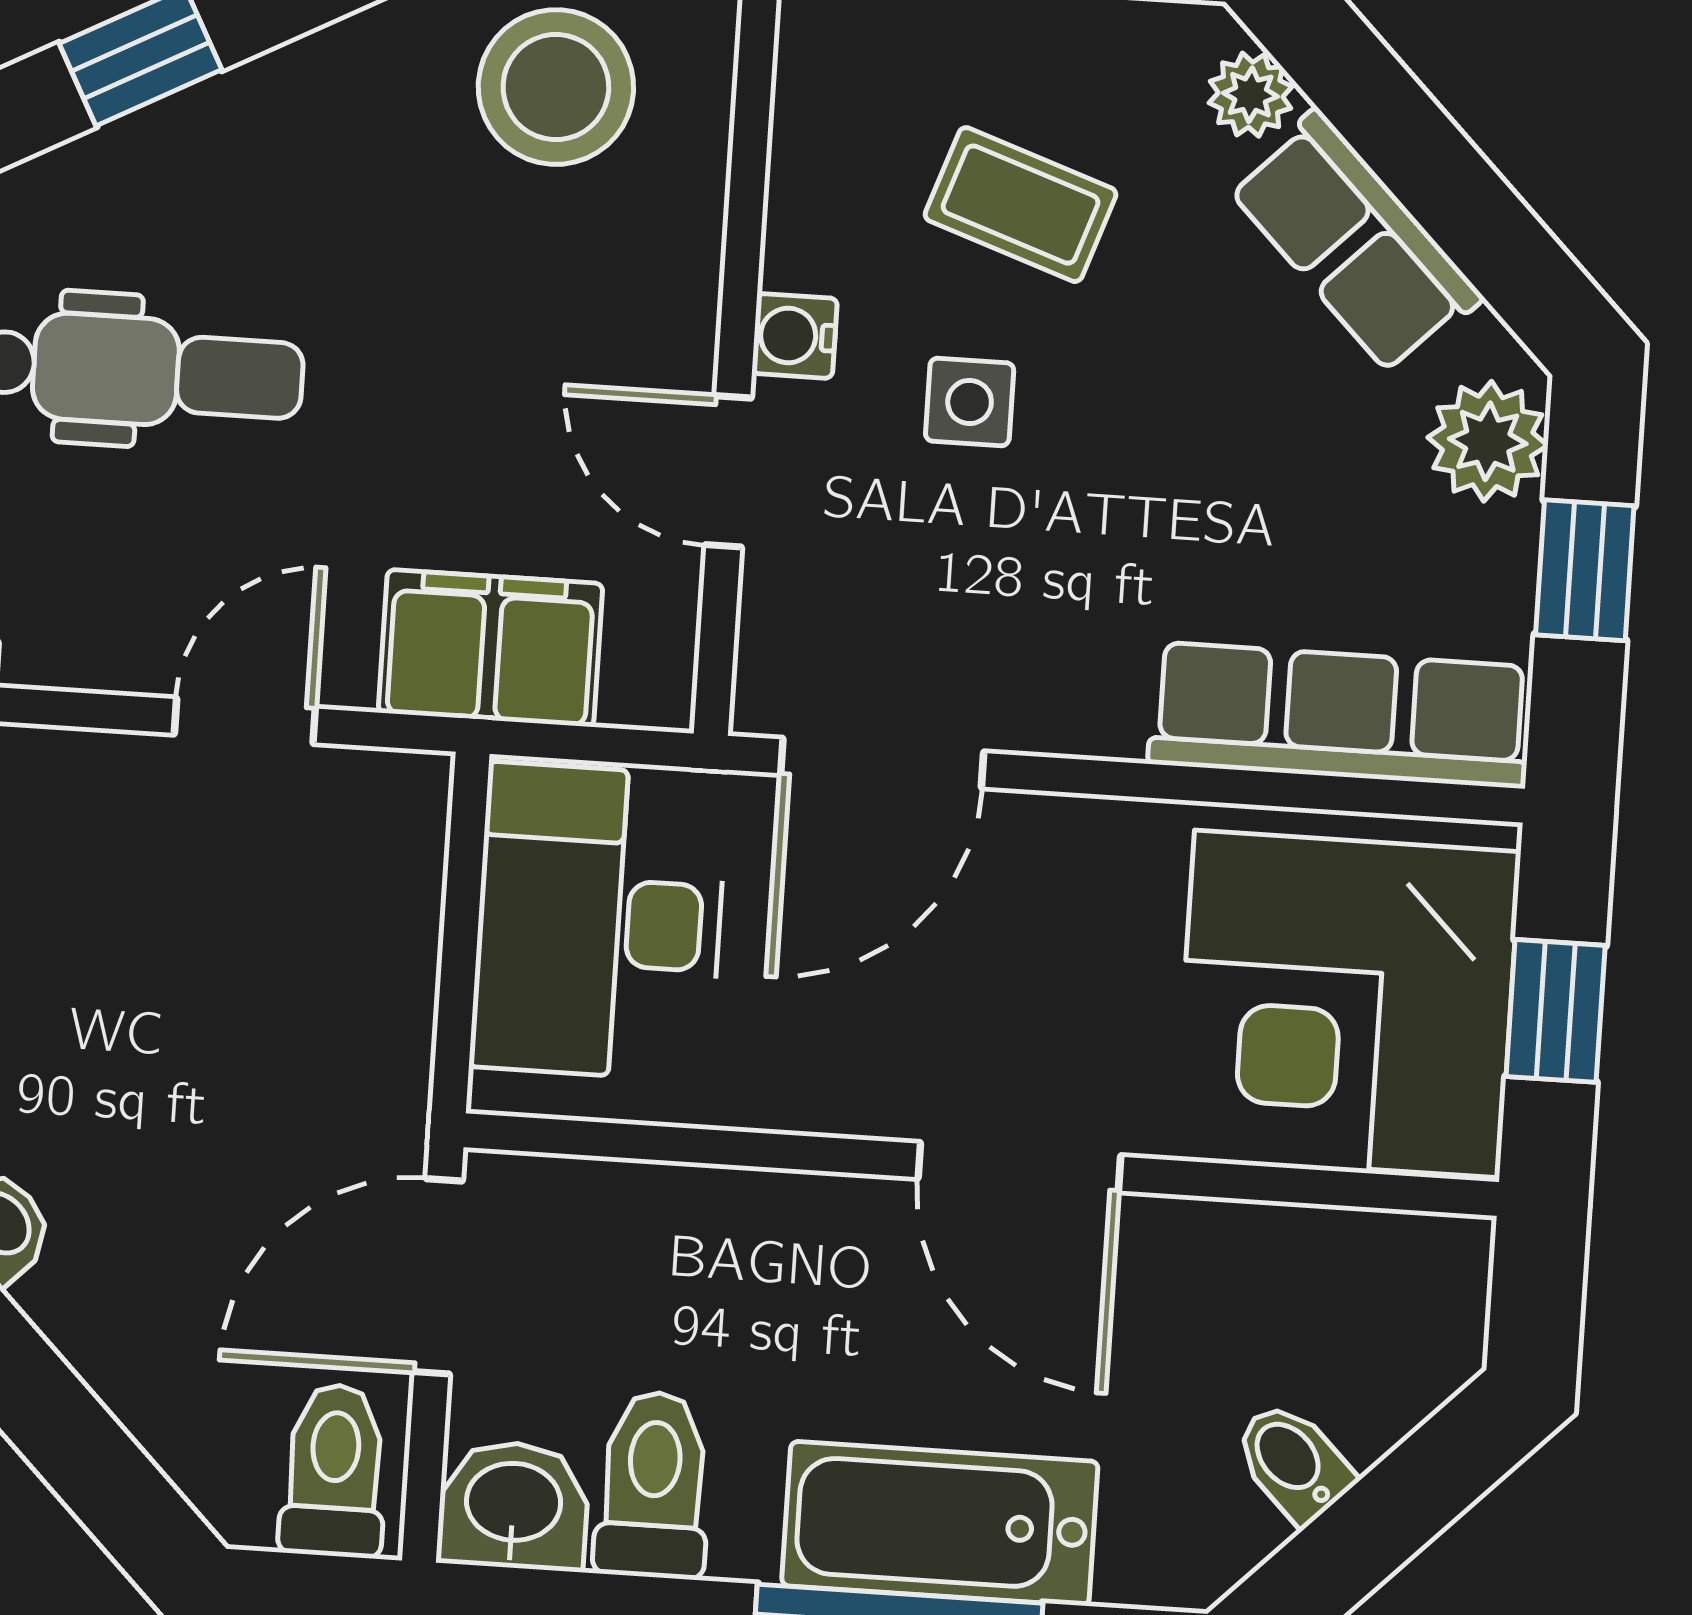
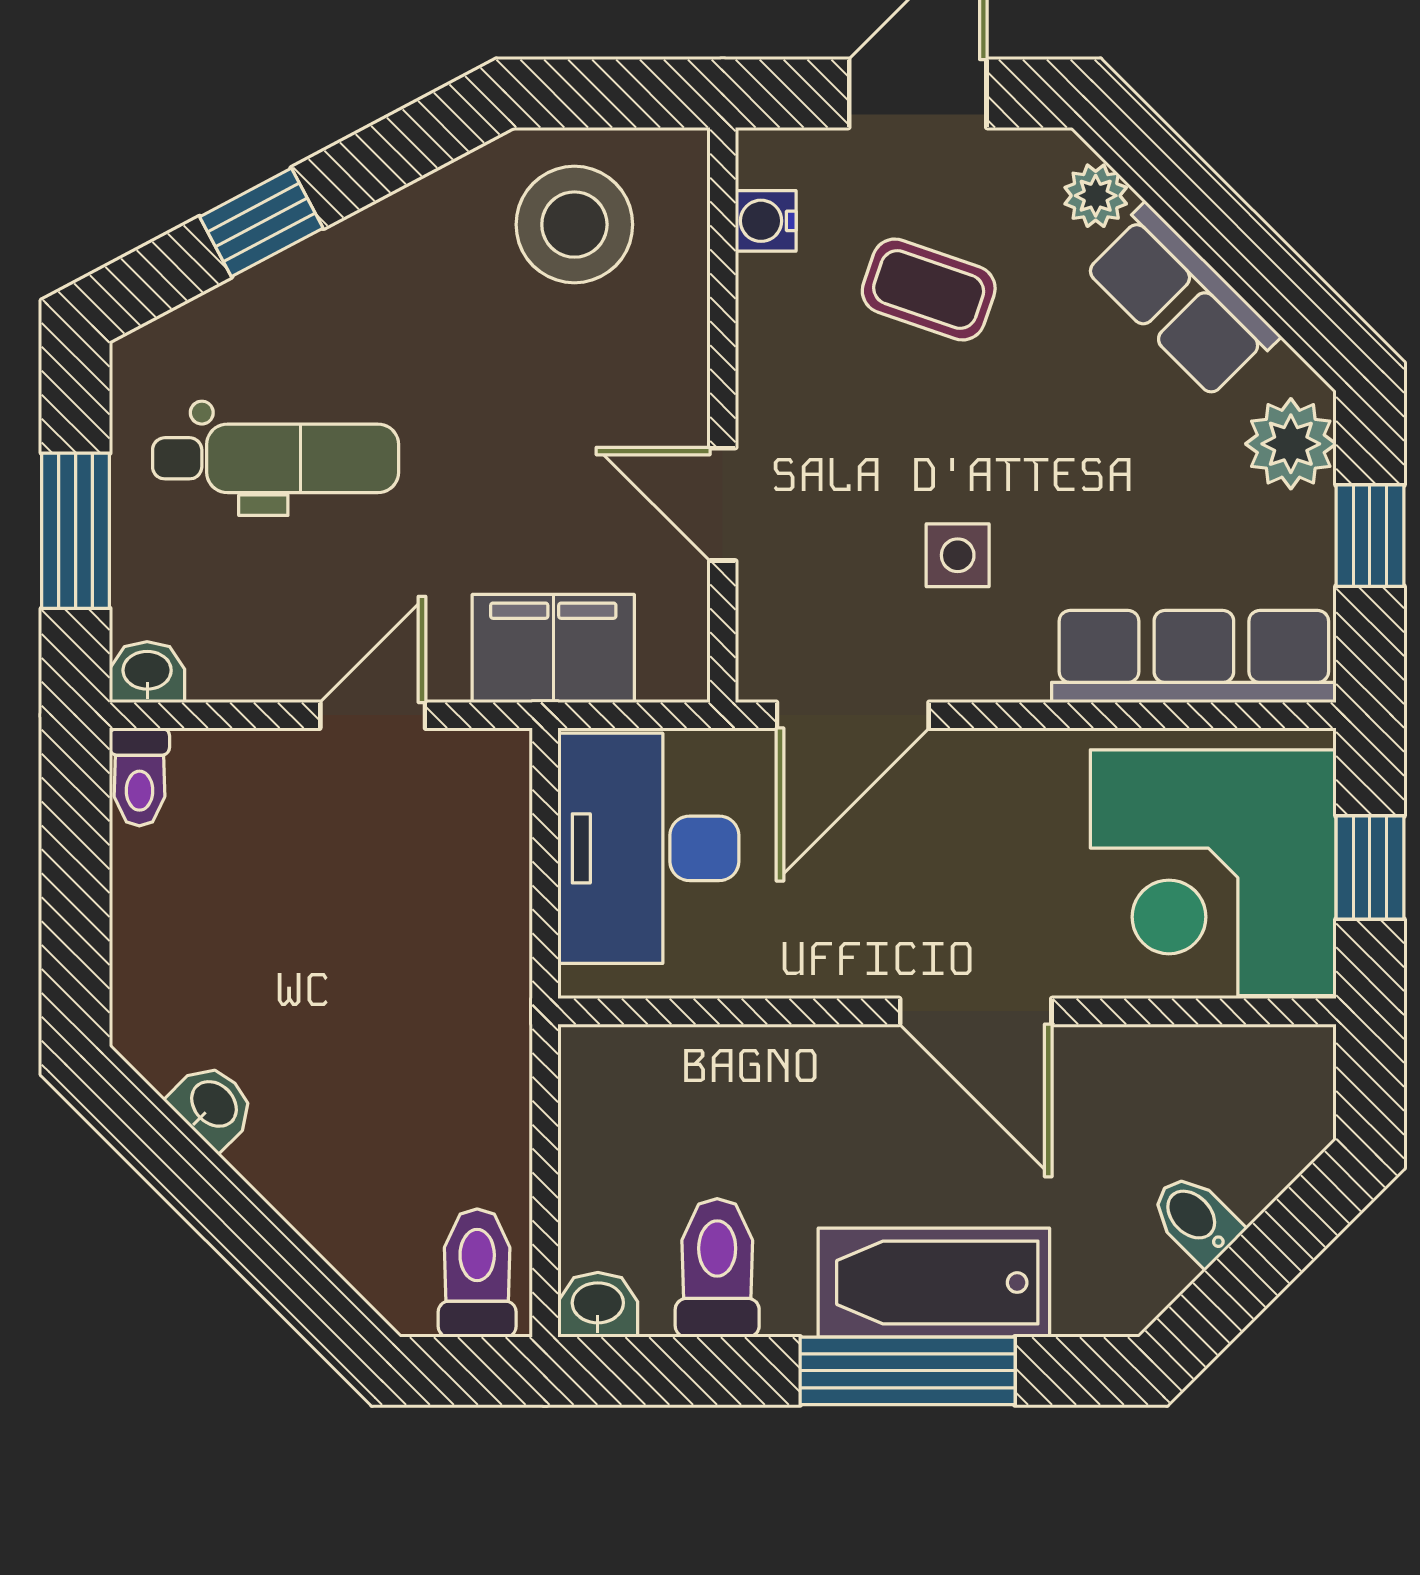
water cooler: (795, 336) -> (766, 221), moved
side table: (970, 402) -> (958, 555), moved
door: (438, 1276) -> (545, 1122), removed
washbasin: (513, 1505) -> (598, 1305), width x0.72, depth x0.69

